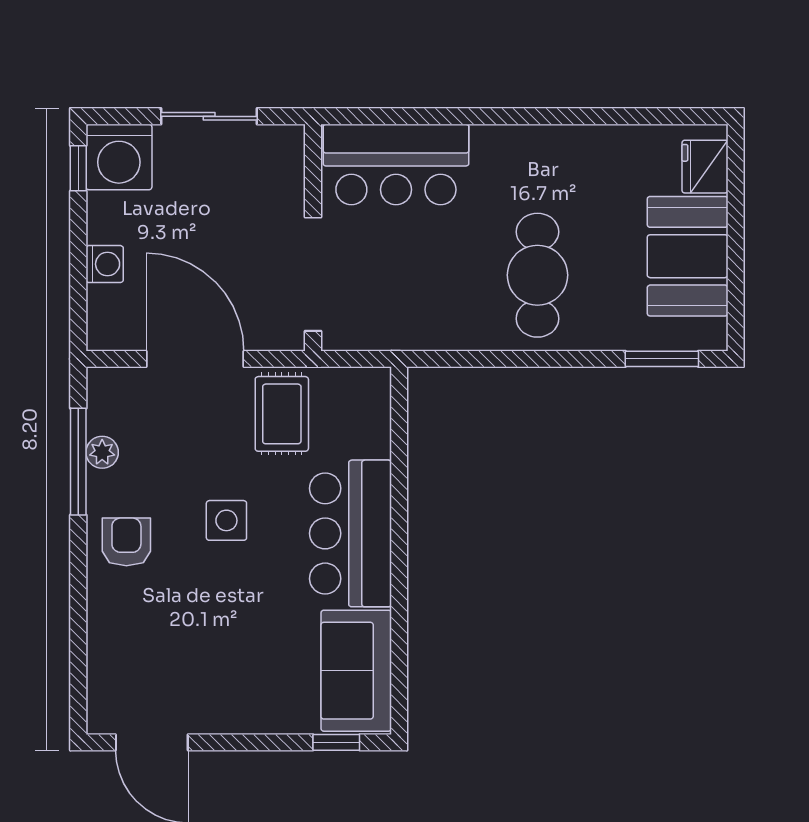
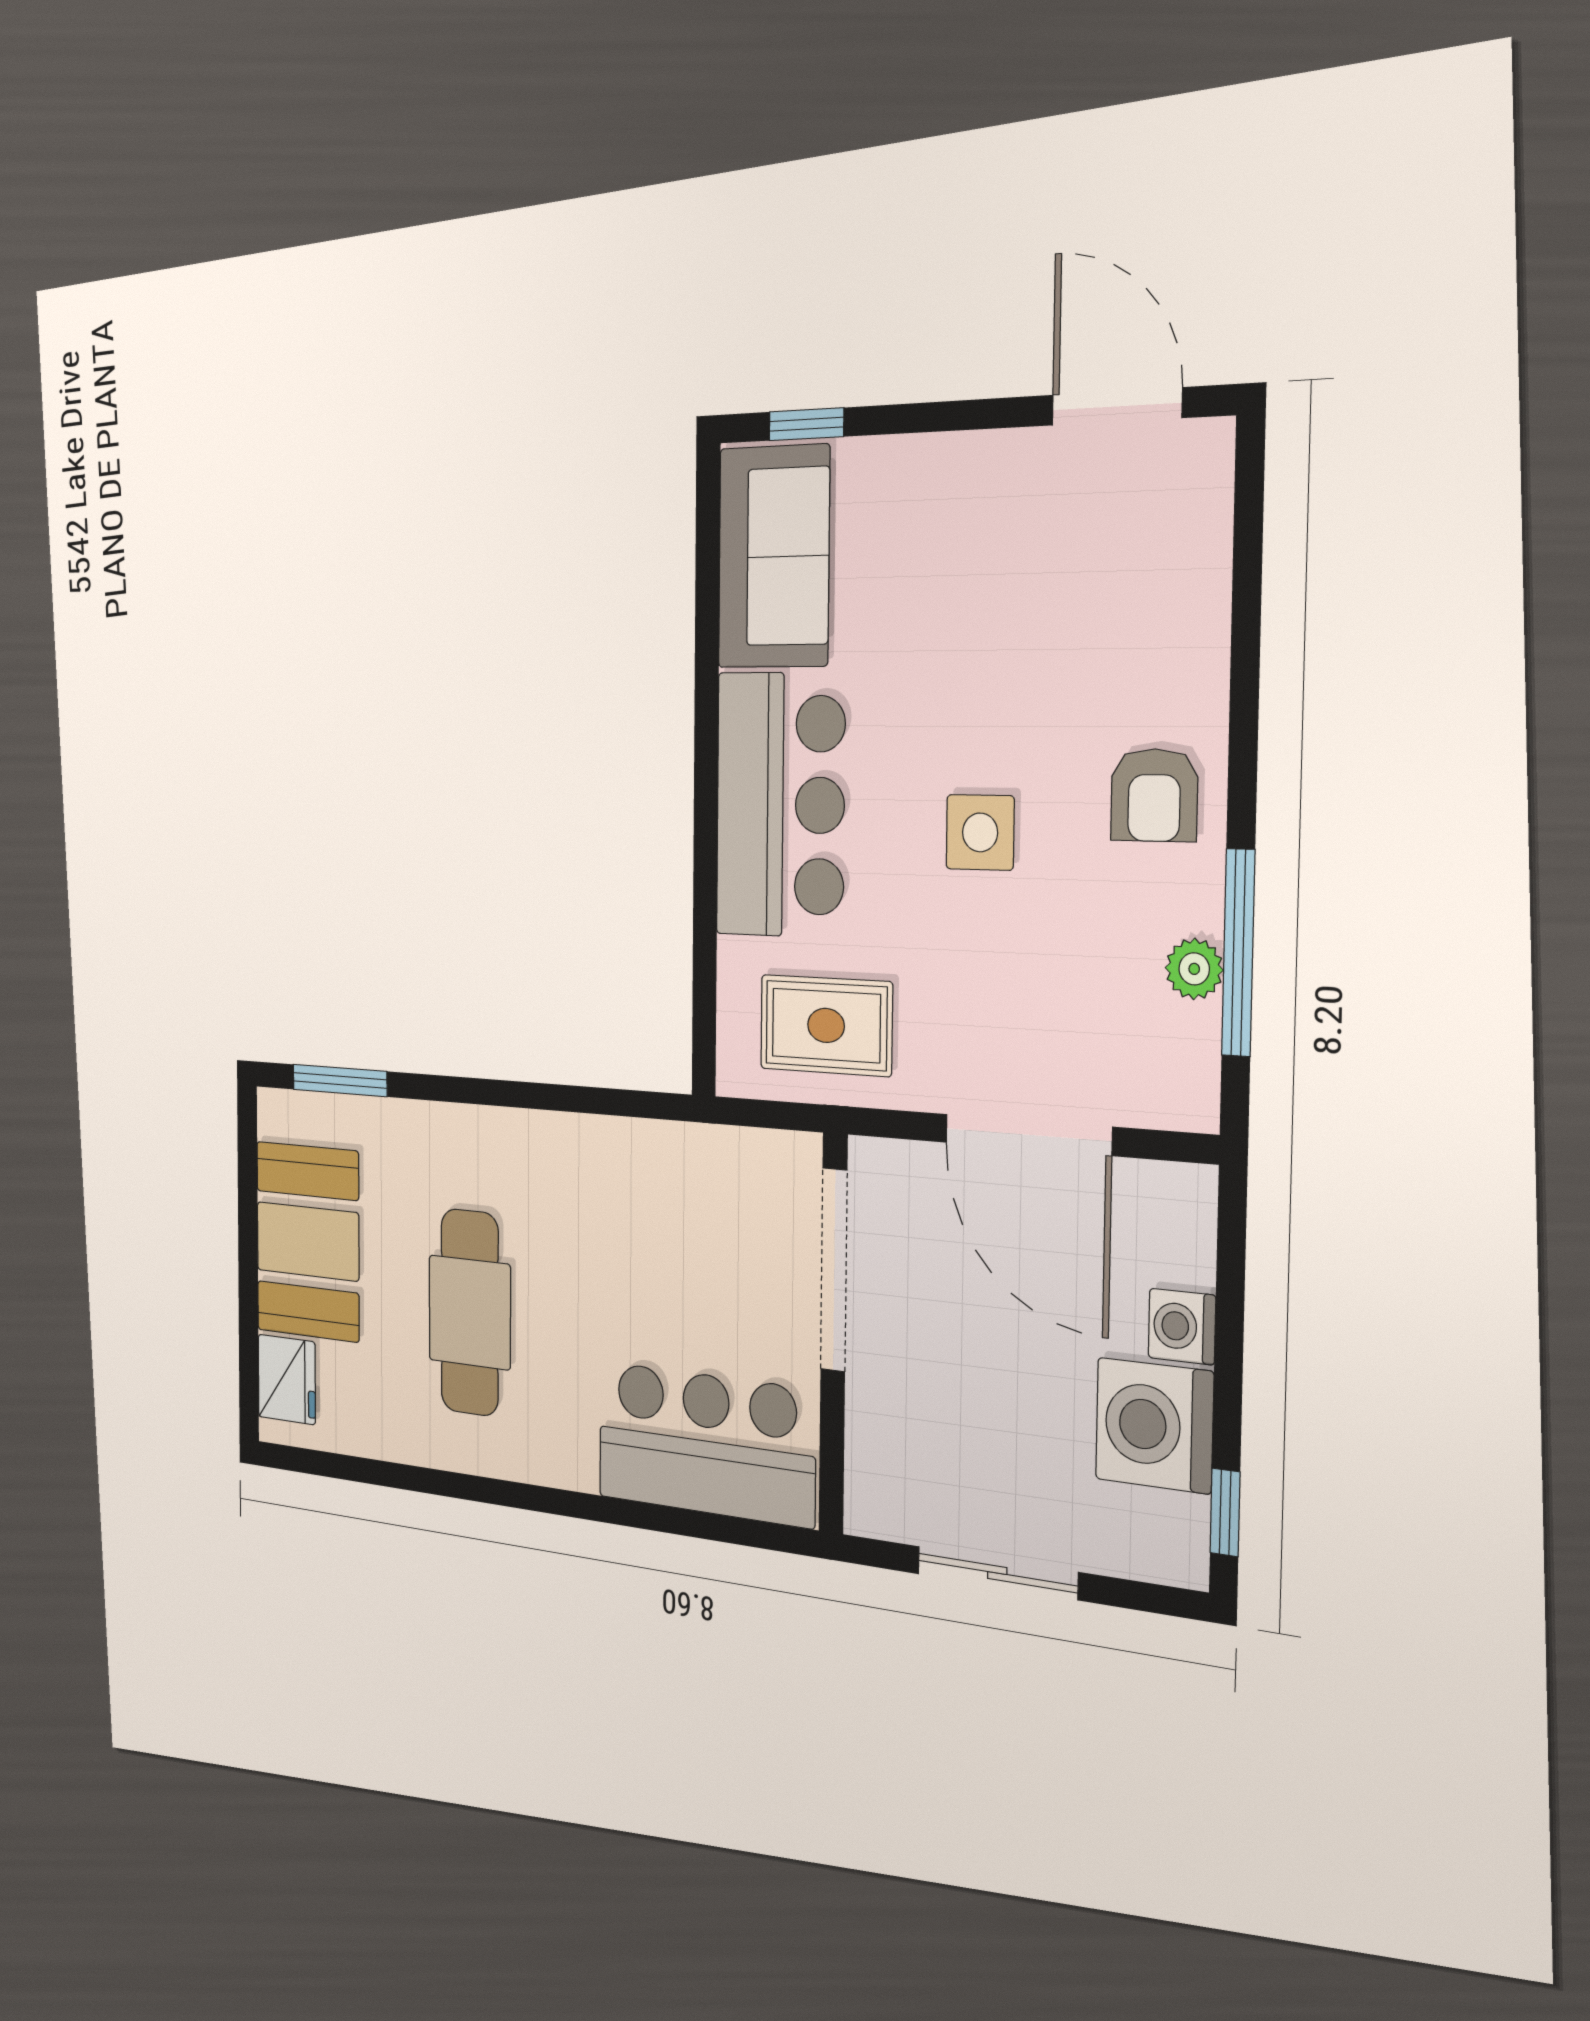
washing machine: (119, 157) -> (1154, 1425), moved, turned -90
cafe table: (537, 275) -> (470, 1312), moved
rug: (282, 414) -> (826, 1025), moved, turned 90

